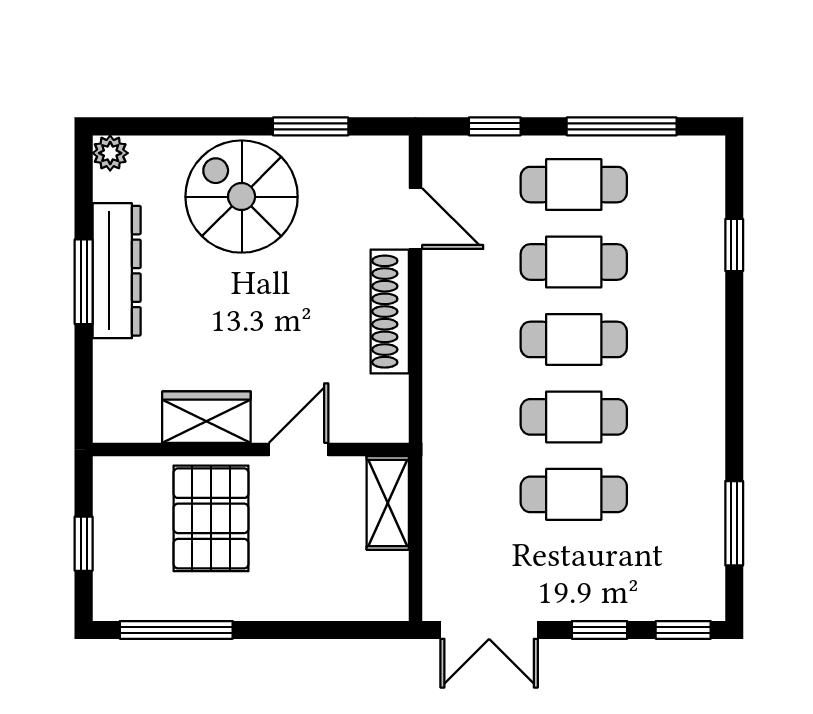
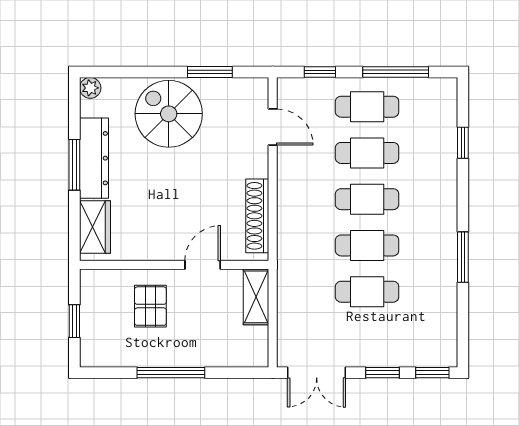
shoe rack: (390, 312) -> (257, 216), moved
wardrobe: (206, 417) -> (95, 227), moved, turned 90
pallet: (211, 518) -> (150, 306), width x0.67, depth x0.71
window: (734, 523) -> (463, 257), moved
window: (176, 630) -> (171, 373), moved

